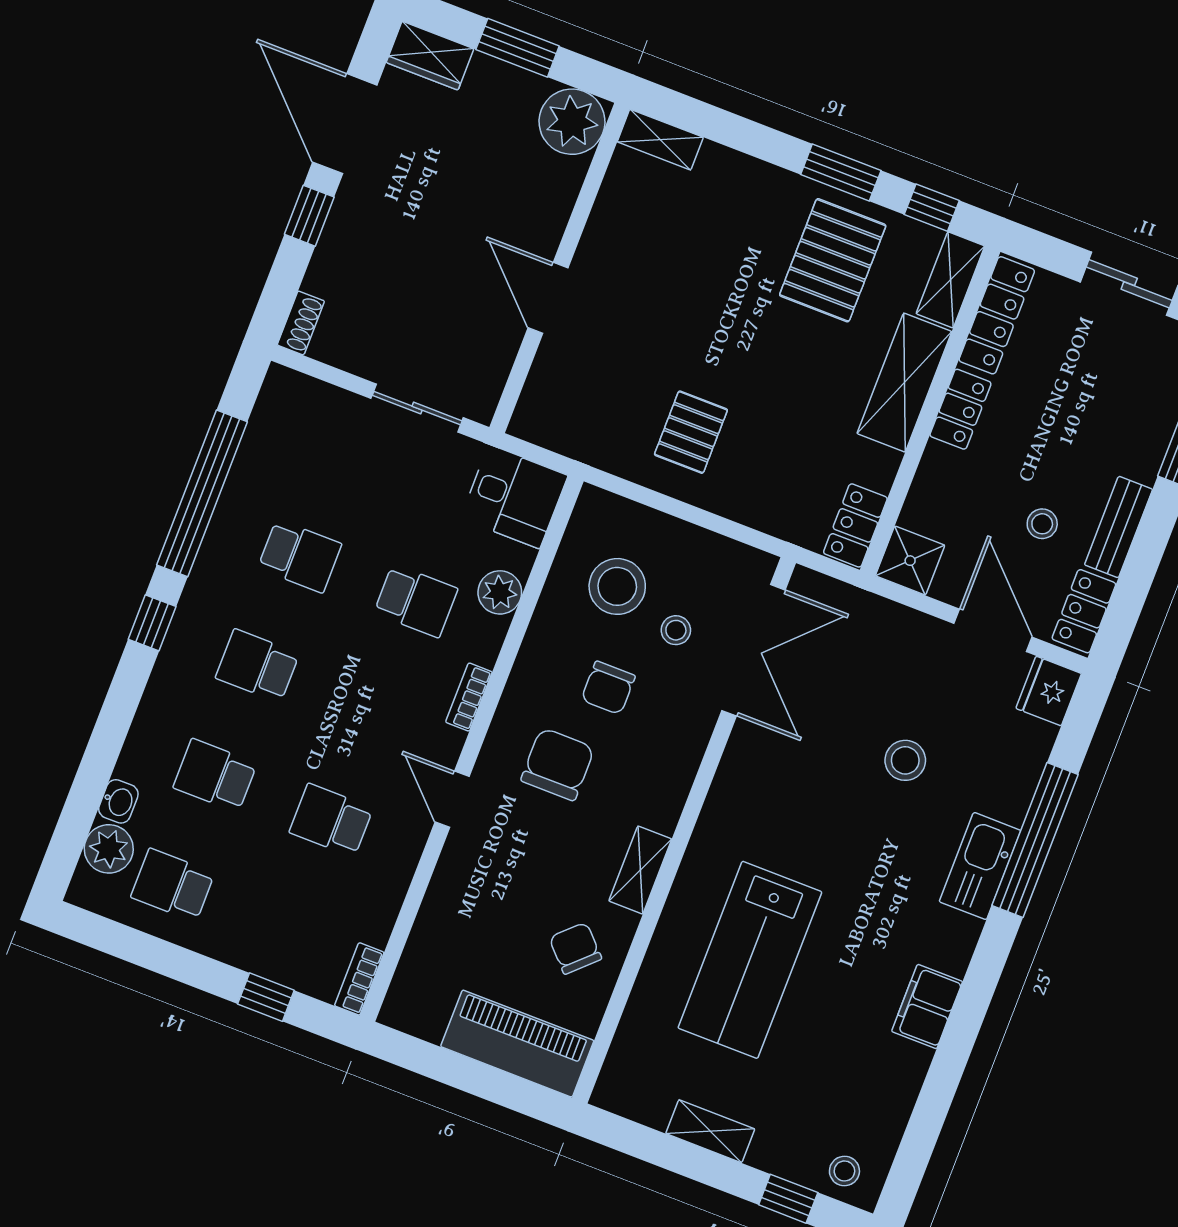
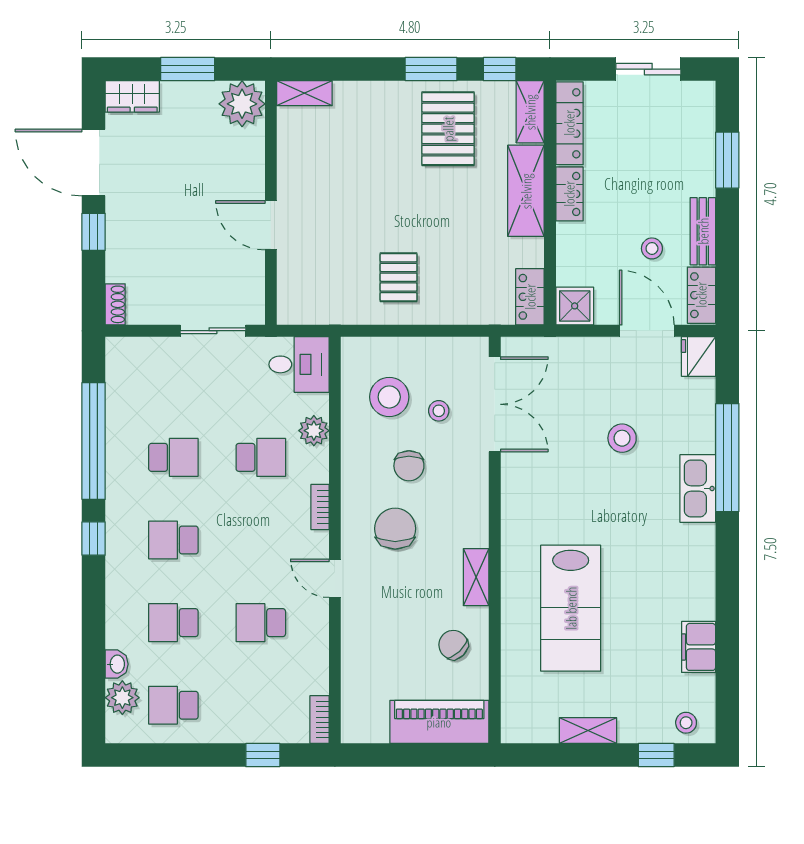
filing cabinet: (927, 1006) -> (699, 647), moved

